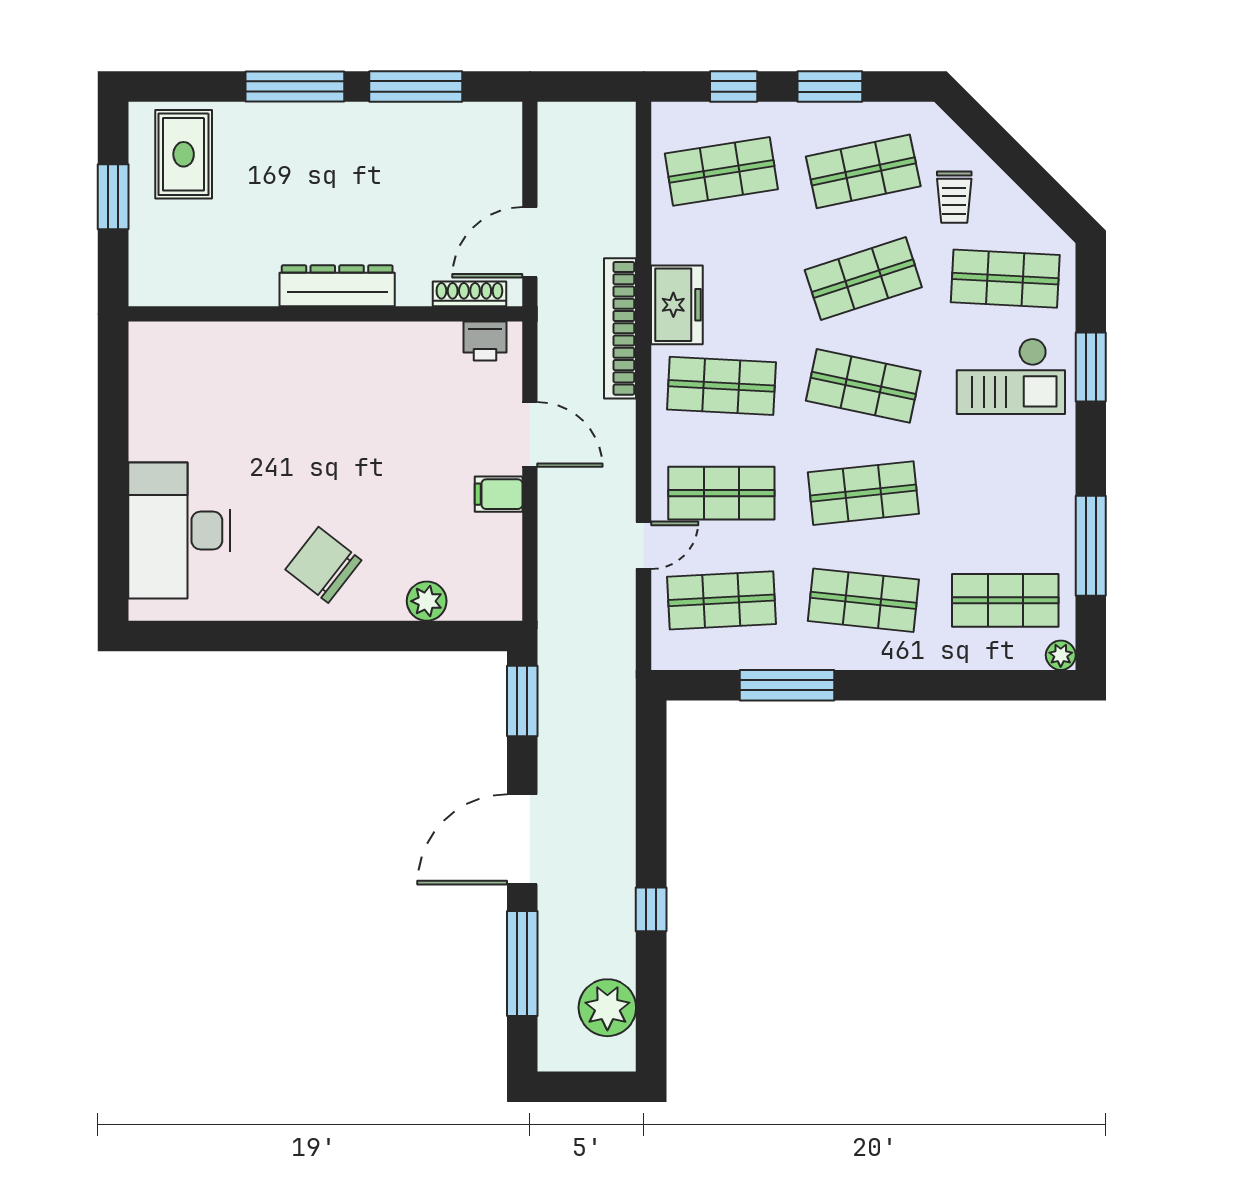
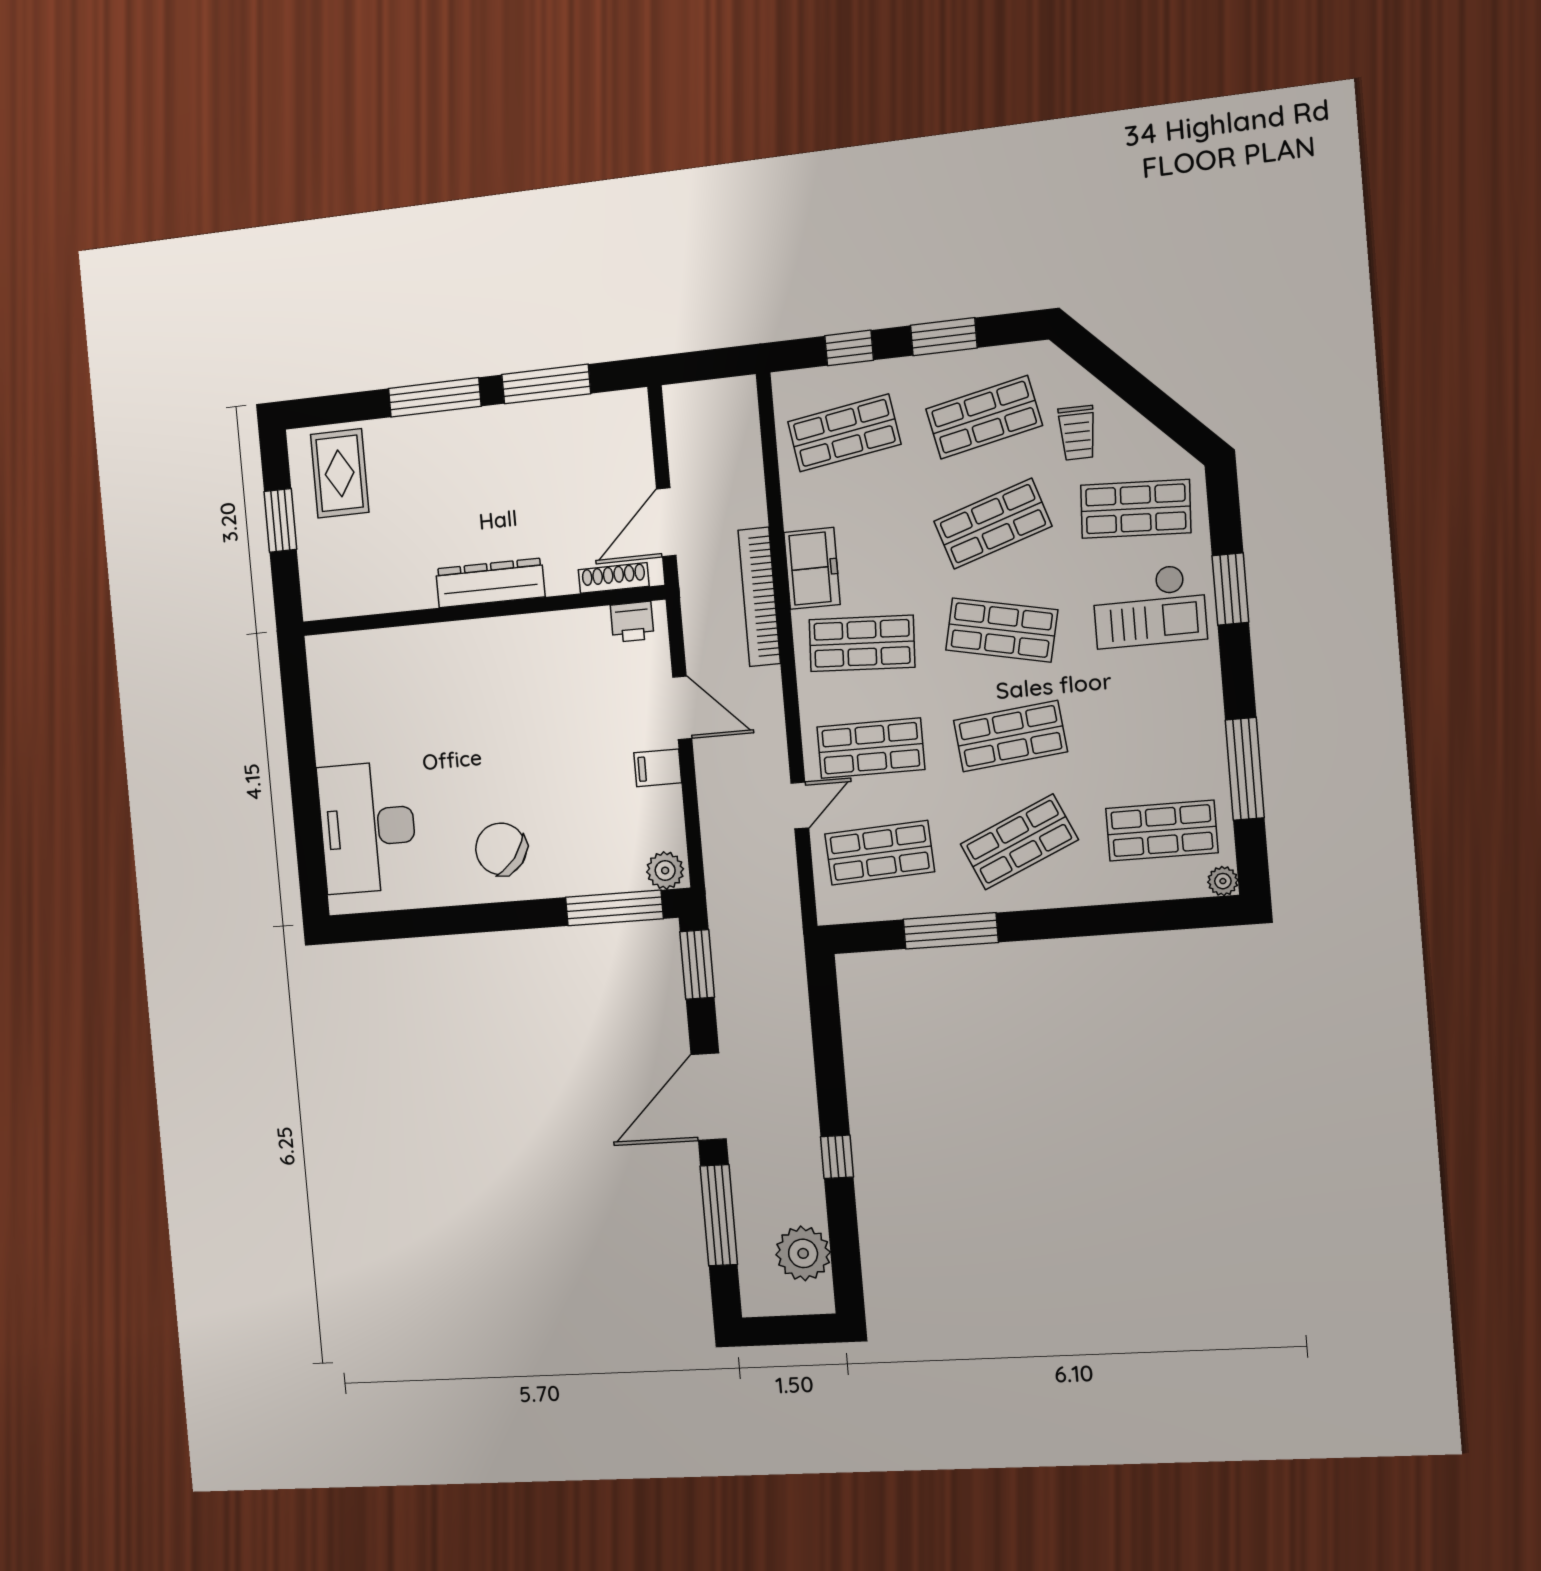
shop shelf: (863, 600) -> (1019, 842), turned -30
plant: (427, 601) -> (665, 870), moved
window: (440, 636) -> (614, 908), added

